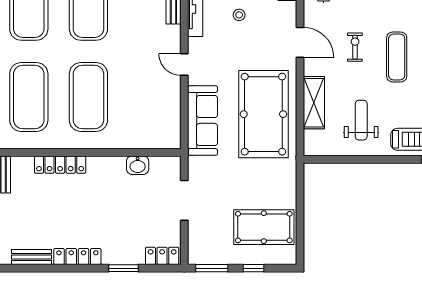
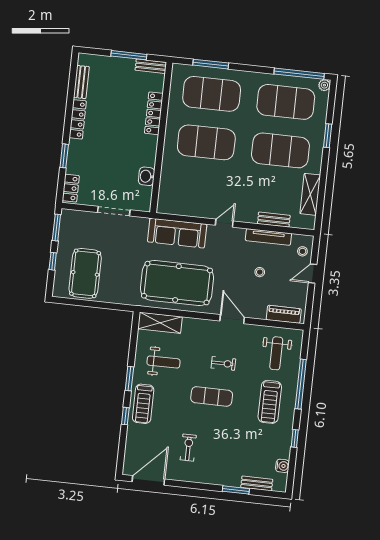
door: (300, 42) -> (232, 319), swing flipped
shelving: (314, 103) -> (160, 323), moved
window: (386, 159) -> (129, 379), added

